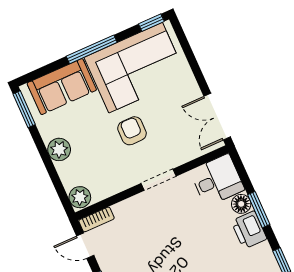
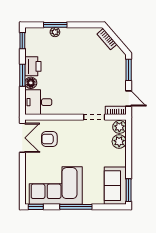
sofa: (62, 87) -> (115, 186), moved, turned -90
armchair: (132, 131) -> (49, 139), moved, turned 90
plant: (59, 149) -> (119, 142), moved
doorway: (159, 180) -> (94, 117), moved

